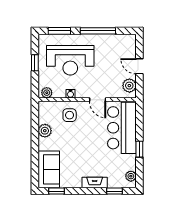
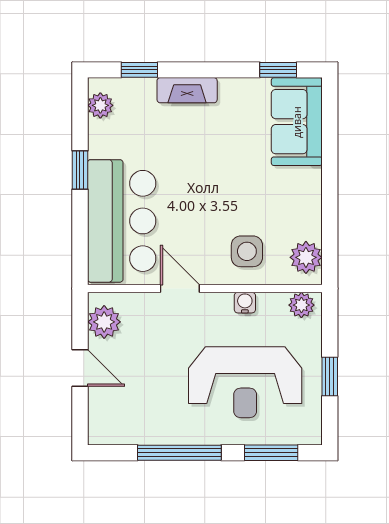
reception desk: (70, 60) -> (245, 382), turned 180
plant: (45, 131) -> (306, 257), moved

